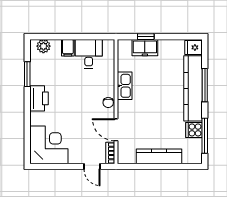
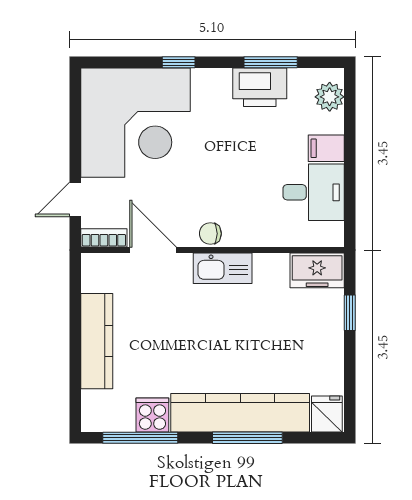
freezer: (145, 48) -> (317, 270), moved, turned -90
kitchen sink: (125, 86) -> (223, 268), moved
printer: (39, 98) -> (260, 87), moved
window: (27, 118) -> (179, 62), added
door: (116, 130) -> (153, 250), hinge flipped
corner desk: (49, 145) -> (135, 123), width x1.36, depth x1.36

